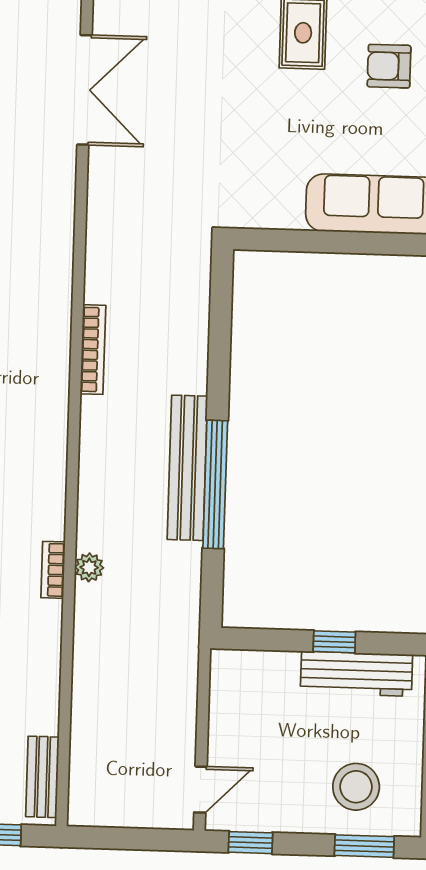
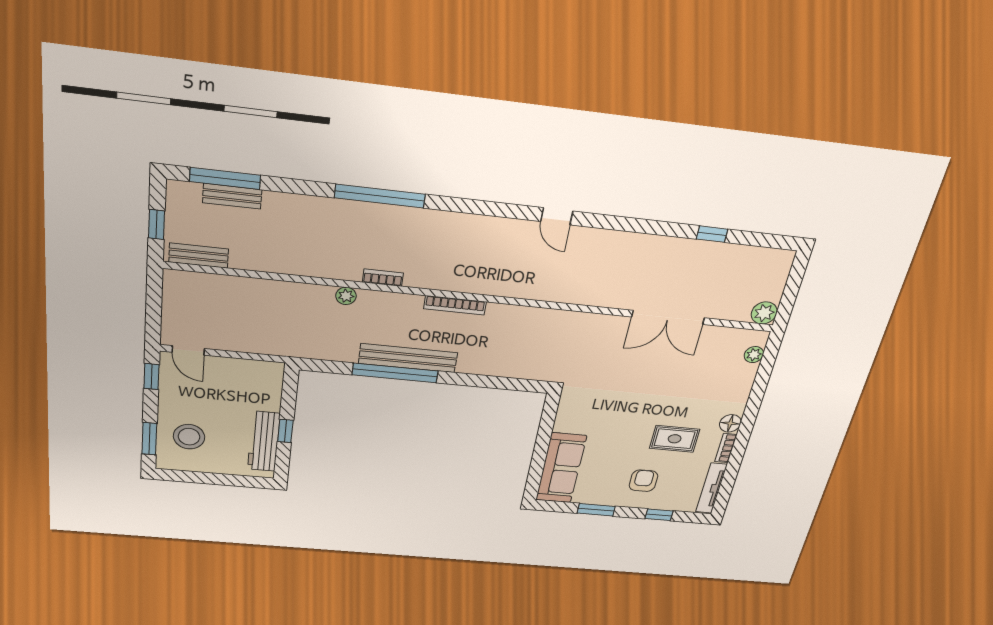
bookcase: (93, 350) -> (455, 305), moved
bookcase: (53, 570) -> (383, 278), moved

